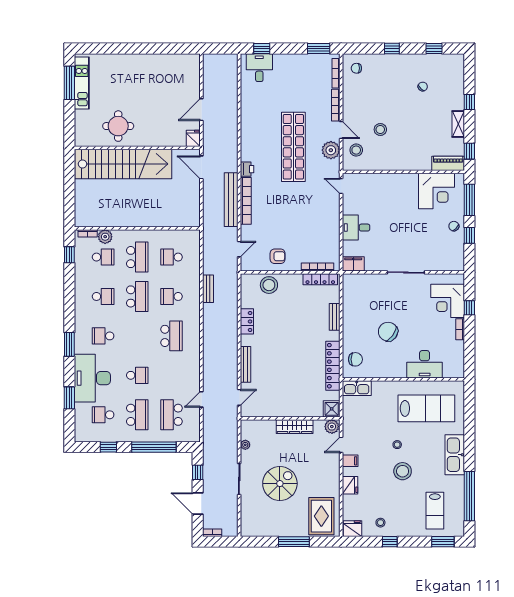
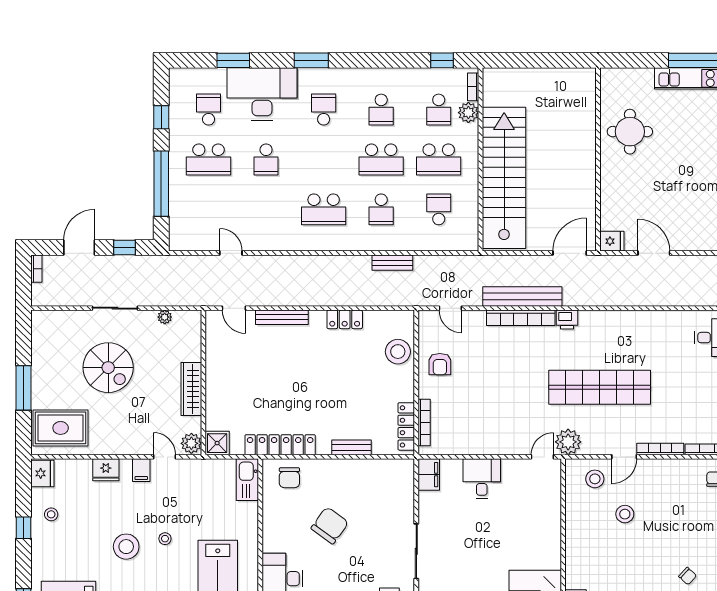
plant: (331, 150) -> (568, 442), moved
stairs: (123, 164) -> (504, 178), moved, turned 180
school desk: (172, 296) -> (381, 209), turned 180
school desk: (172, 415) -> (209, 209), removed

